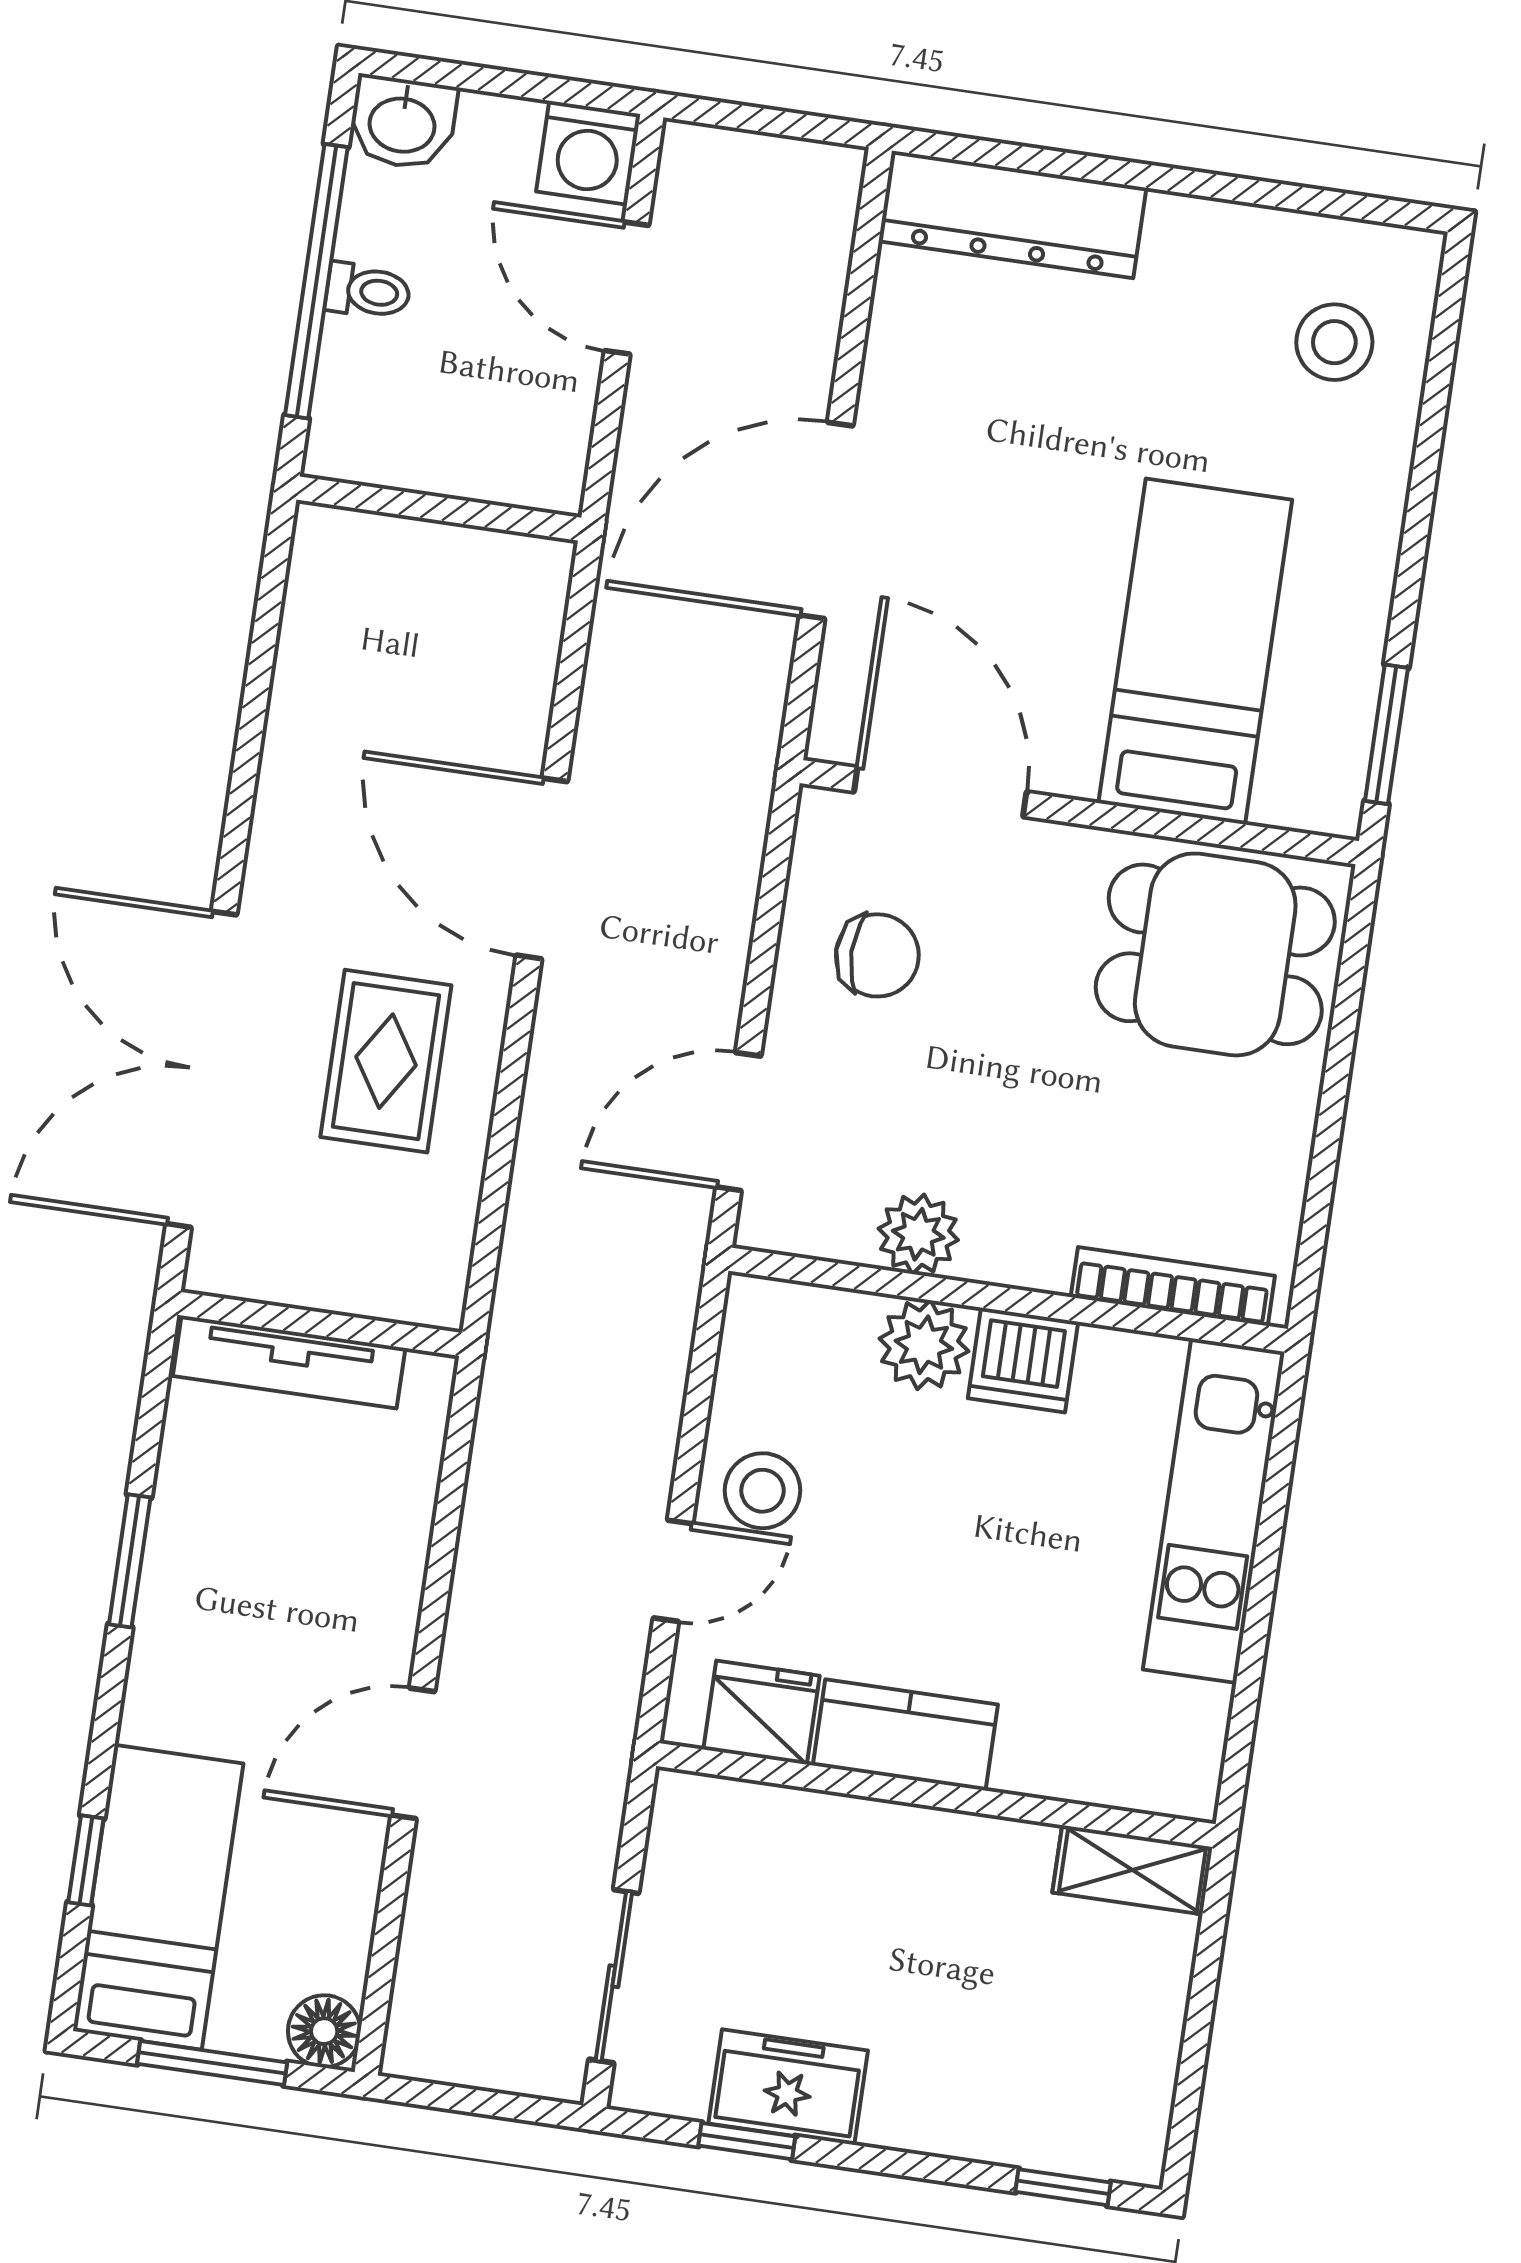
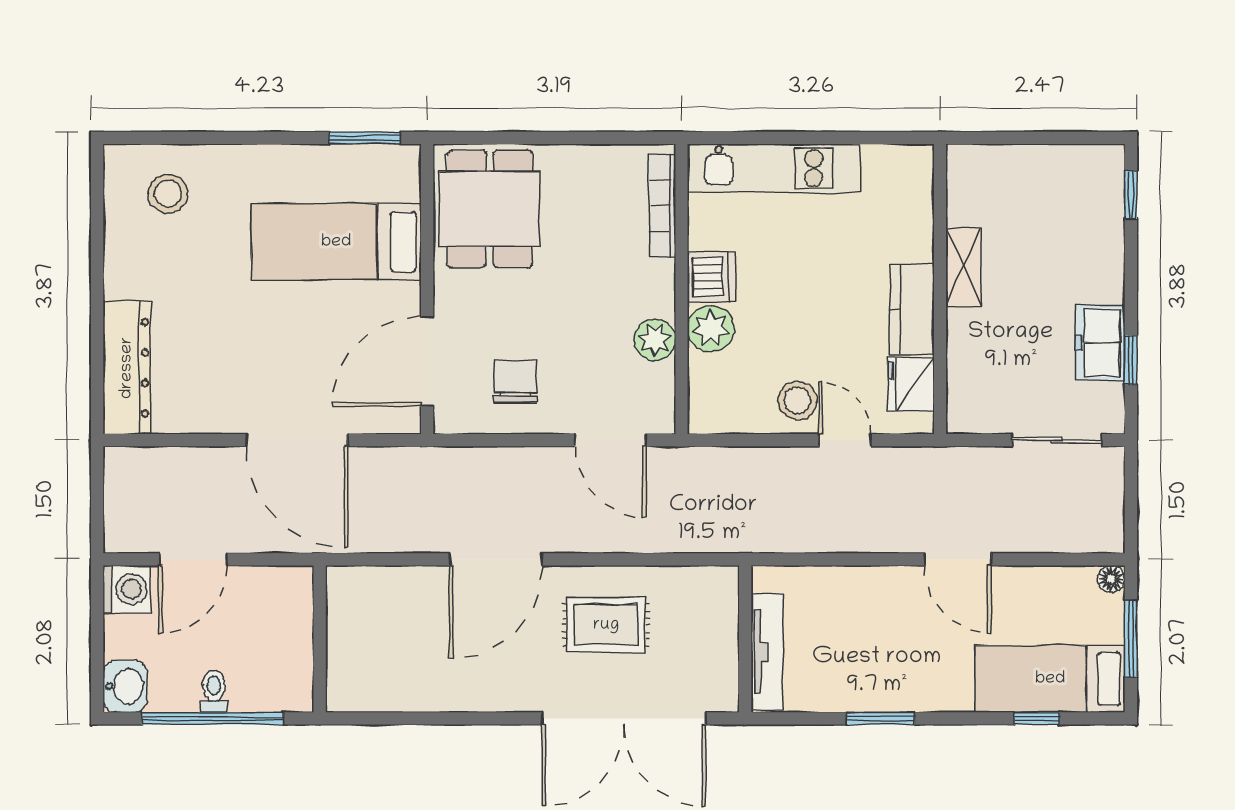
shelving: (1132, 1870) -> (964, 267), moved
floor lamp: (324, 2031) -> (1111, 579), width x0.73, depth x0.73

